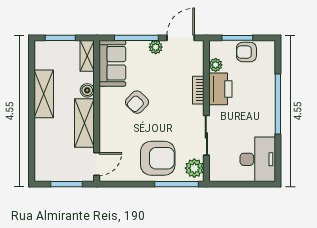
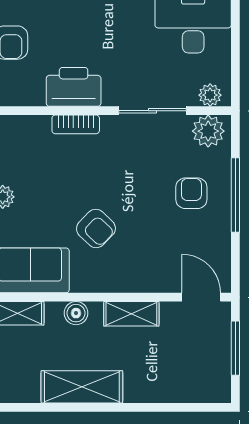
plant: (216, 65) -> (210, 95), moved
shelving: (84, 123) -> (131, 314), width x0.67, depth x0.75
armchair: (158, 158) -> (191, 193), width x0.53, depth x0.53
window: (177, 184) -> (235, 195), moved

